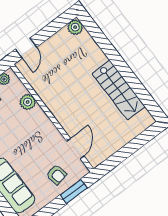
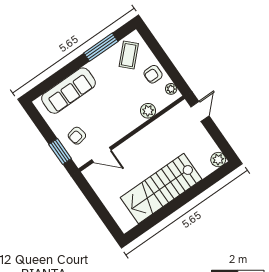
door: (26, 48) -> (200, 111), swing flipped
stairs: (119, 90) -> (161, 189), width x1.36, depth x1.51

